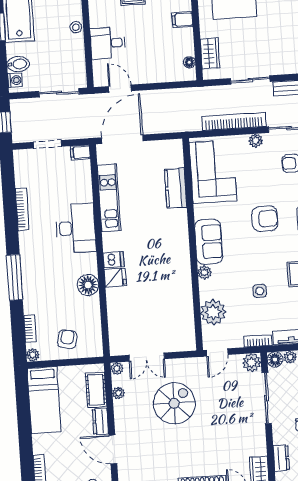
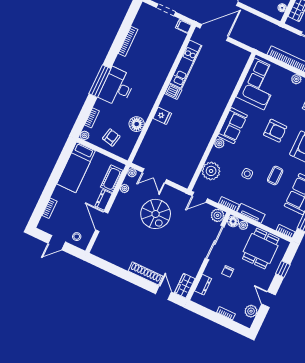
kitchen counter: (176, 188) -> (230, 81), removed
desk: (76, 228) -> (117, 87), moved, turned 180
dishwasher: (114, 260) -> (173, 92), moved
floor lamp: (88, 285) -> (137, 124), moved
spiral stairs: (174, 403) -> (156, 214), turned 90

